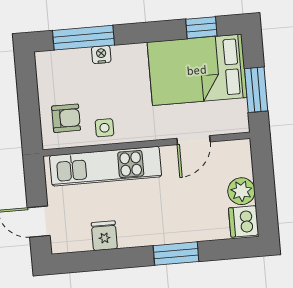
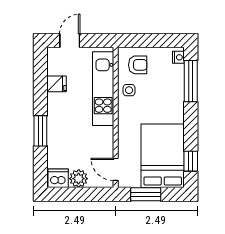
nightstand: (101, 55) -> (178, 57), moved
armchair: (66, 118) -> (138, 65), turned -90
door: (193, 140) -> (116, 169), moved

